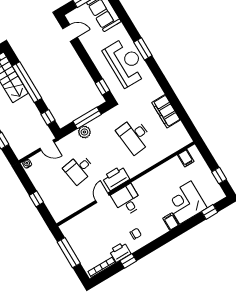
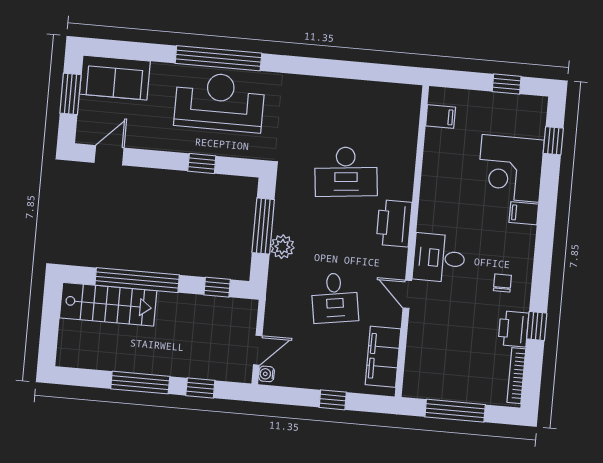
window: (143, 49) -> (218, 58), width x2.11
window: (102, 87) -> (202, 164), moved
filing cabinet: (166, 111) -> (383, 357), moved, turned 90
door: (47, 145) -> (258, 350), moved
printer: (116, 178) -> (394, 223), moved

